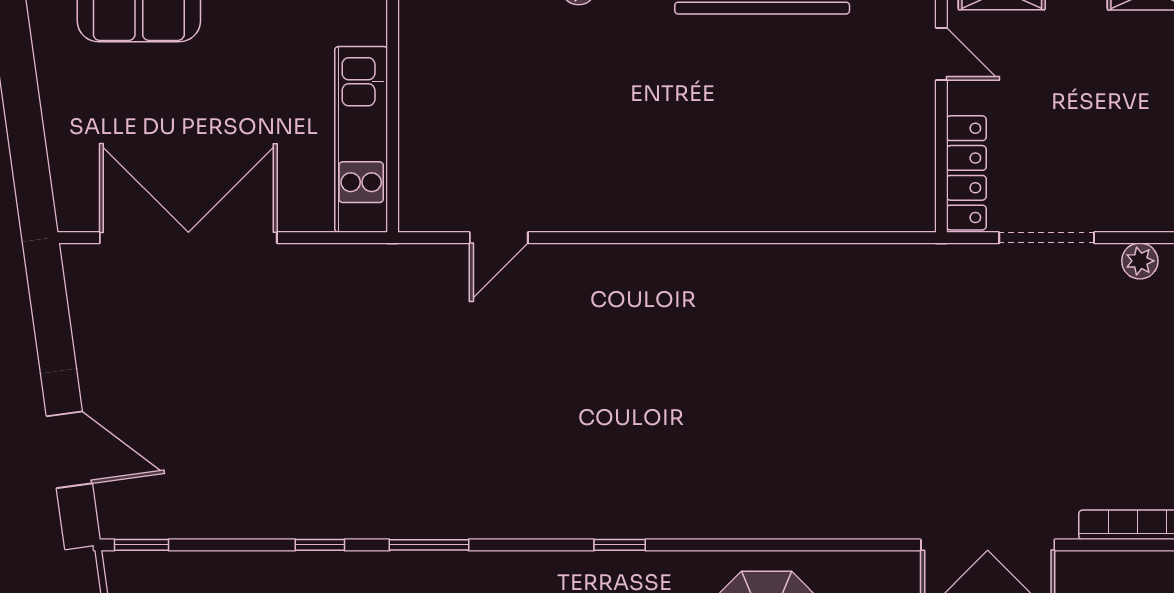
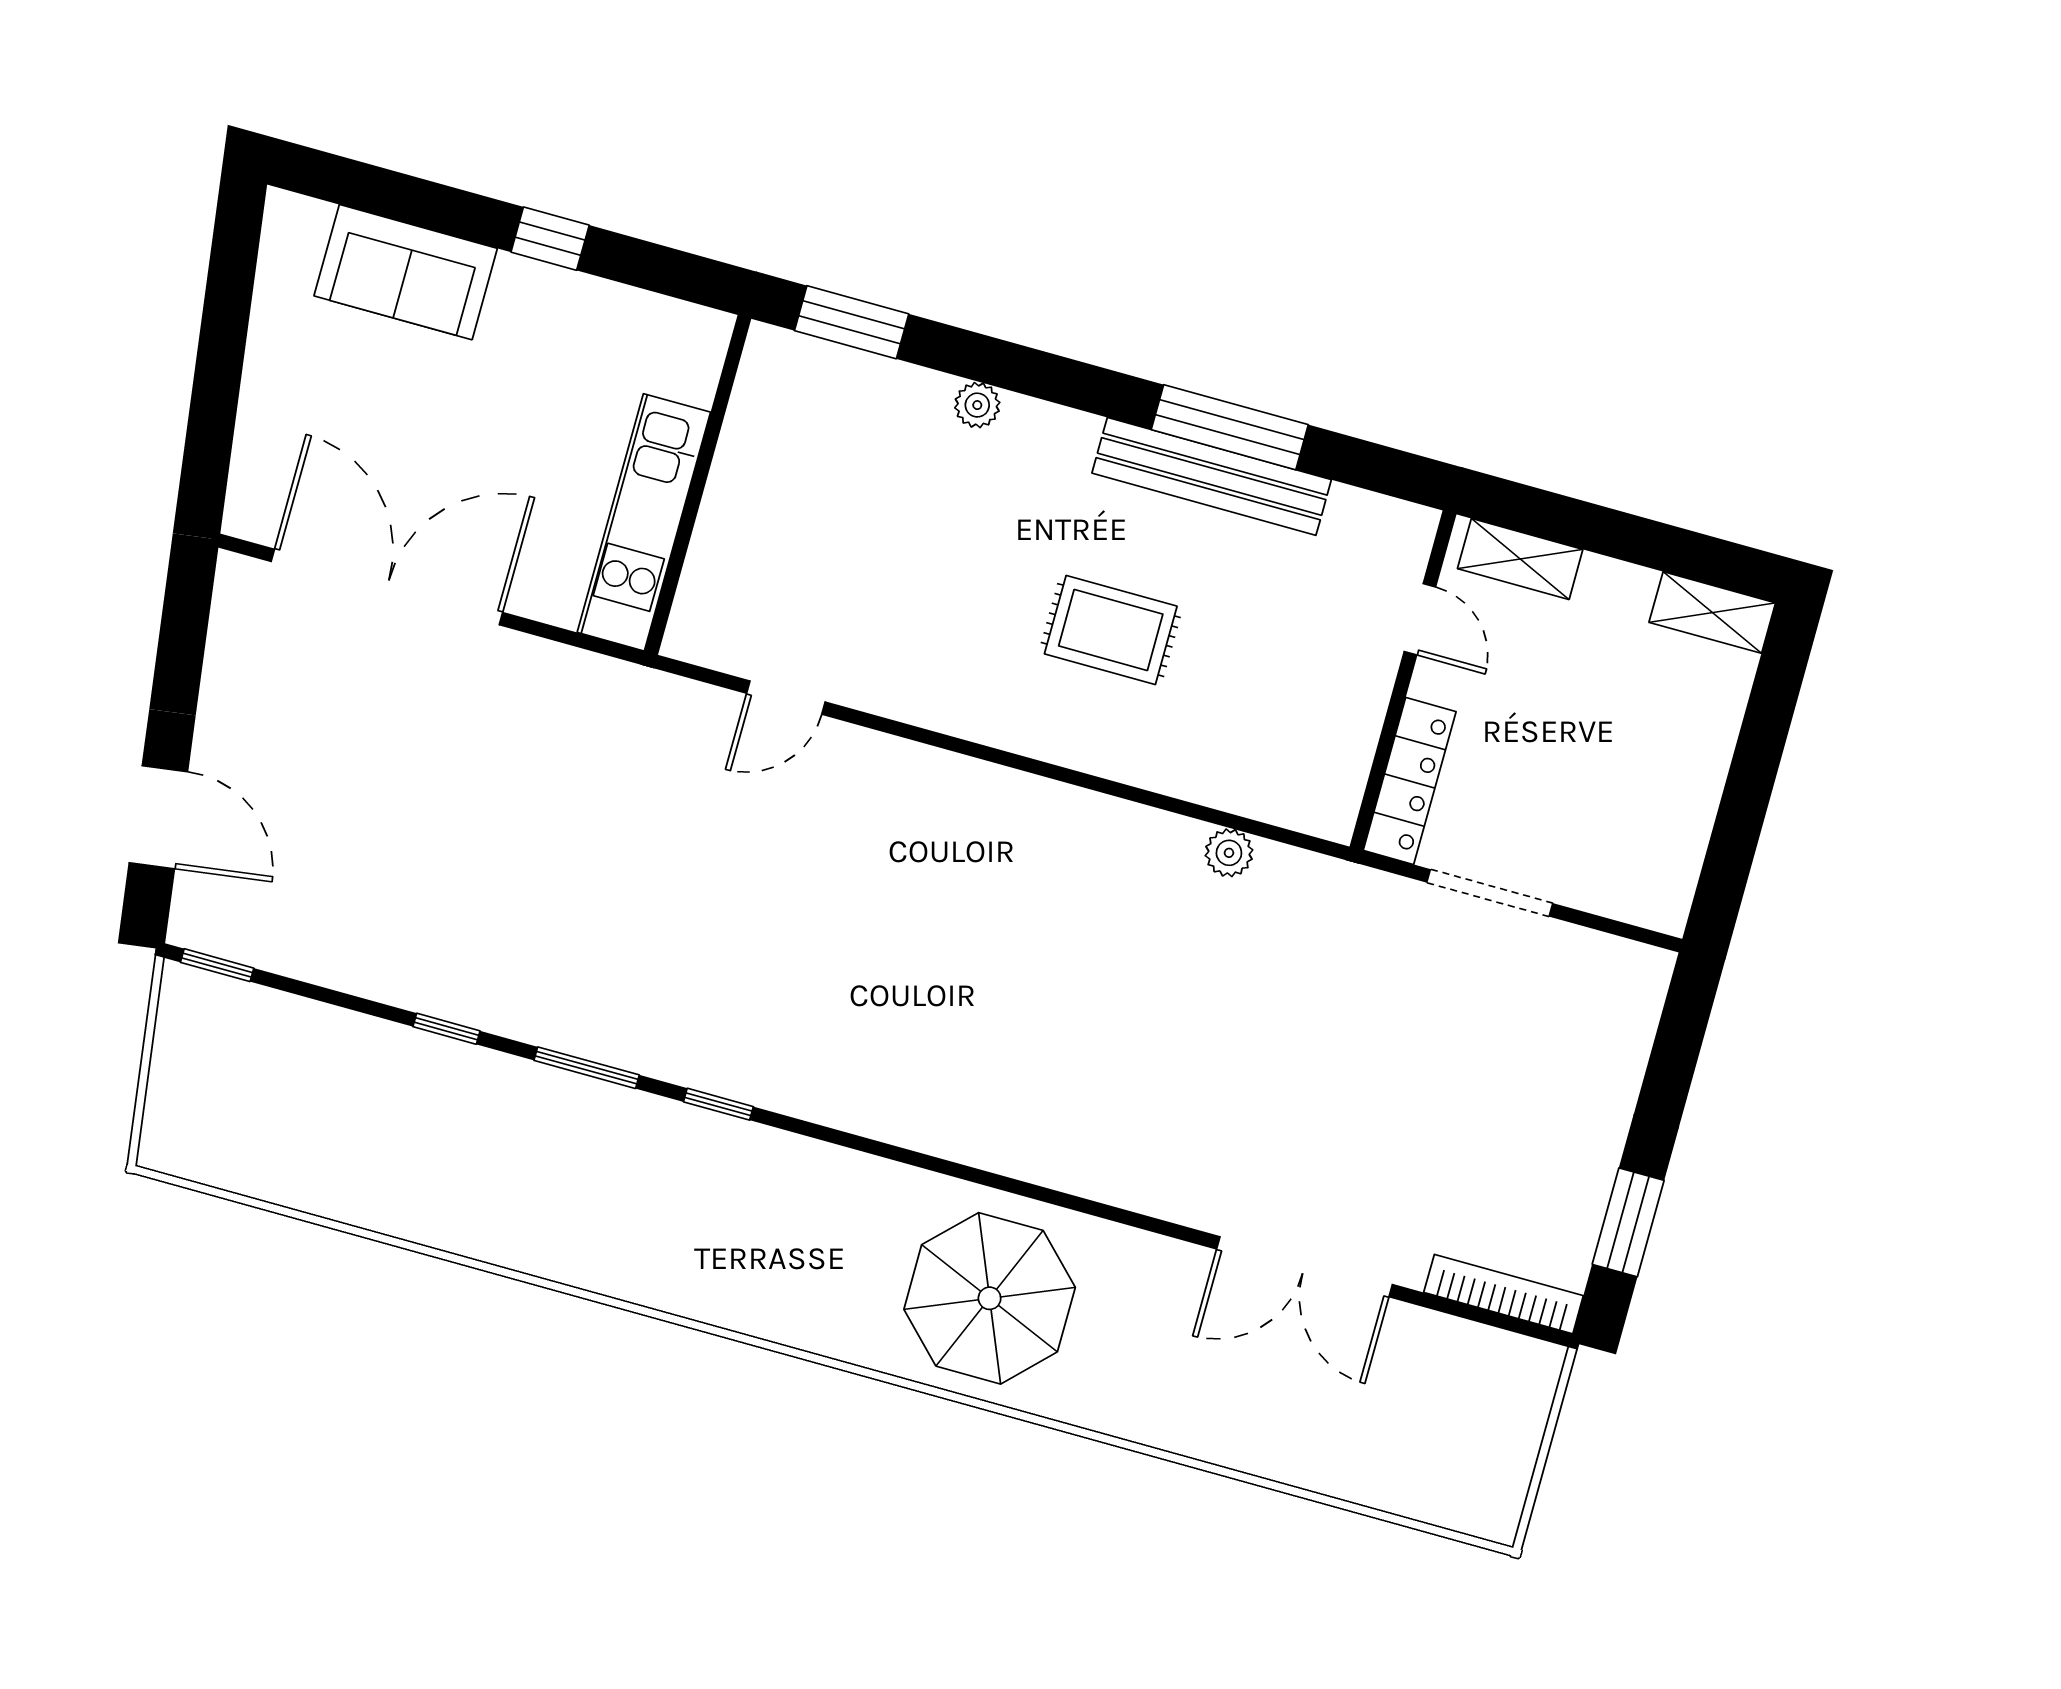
rug: (720, 124) -> (1111, 630), added
plant: (1140, 261) -> (1229, 853), moved
window: (620, 545) -> (718, 1104), moved

